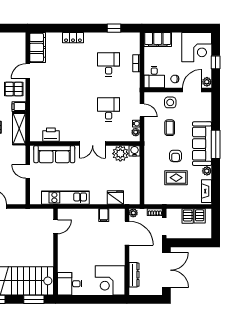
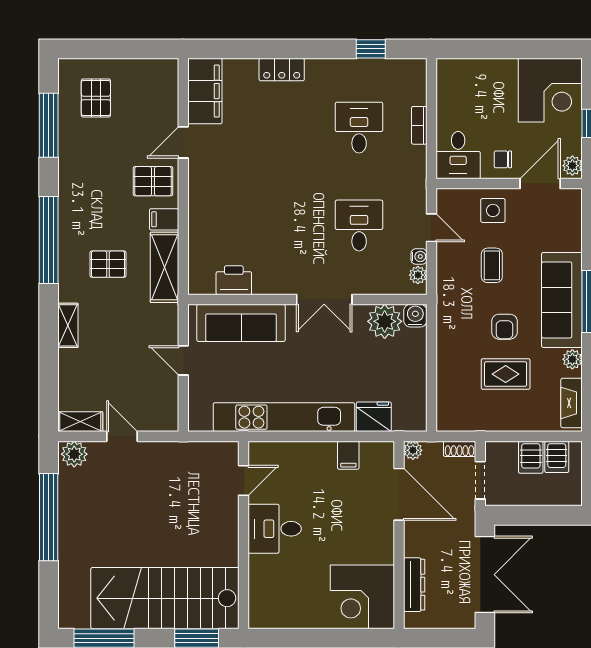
filing cabinet: (158, 39) -> (466, 74), removed
kitchen unit: (65, 198) -> (284, 417), width x1.36
desk: (70, 284) -> (275, 529), moved

